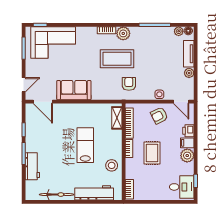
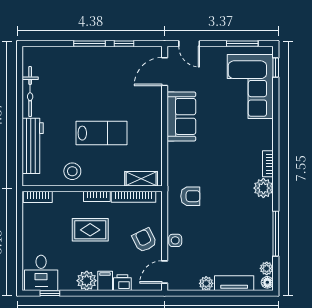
coffee table: (117, 59) -> (227, 179), removed
workbench: (32, 166) -> (71, 56), removed

